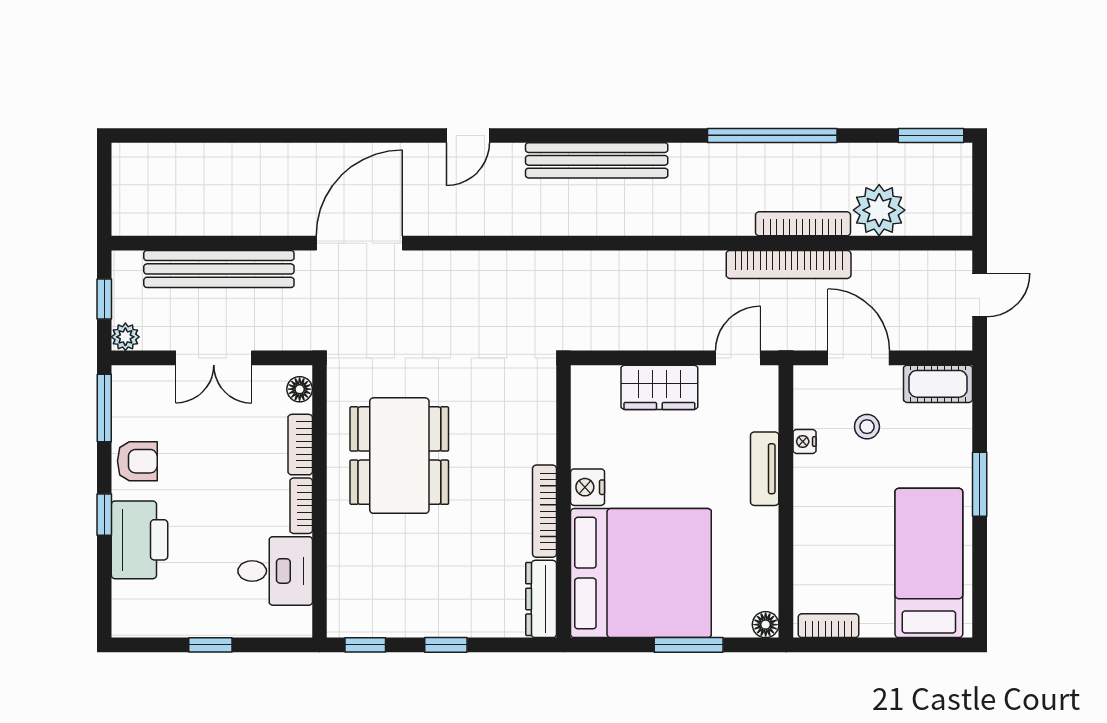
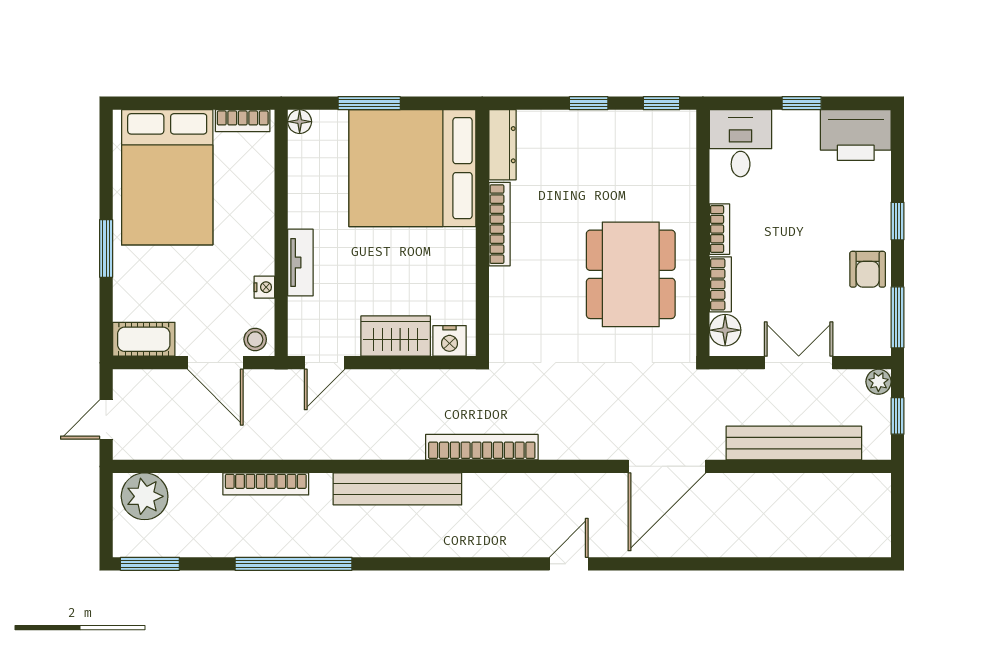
bench: (597, 160) -> (397, 489), moved
plant: (879, 210) -> (145, 496), moved
bookcase: (789, 264) -> (482, 447), moved
floor lamp: (300, 389) -> (725, 330), width x1.37, depth x1.37
stool: (867, 427) -> (255, 339), moved
armchair: (137, 461) -> (868, 269), turned -90
nightstand: (588, 487) -> (450, 341), moved, turned 90
printer: (139, 540) -> (856, 135), moved, turned -90
bed: (929, 563) -> (167, 177), width x1.50
desk: (275, 571) -> (741, 143), moved, turned 90

